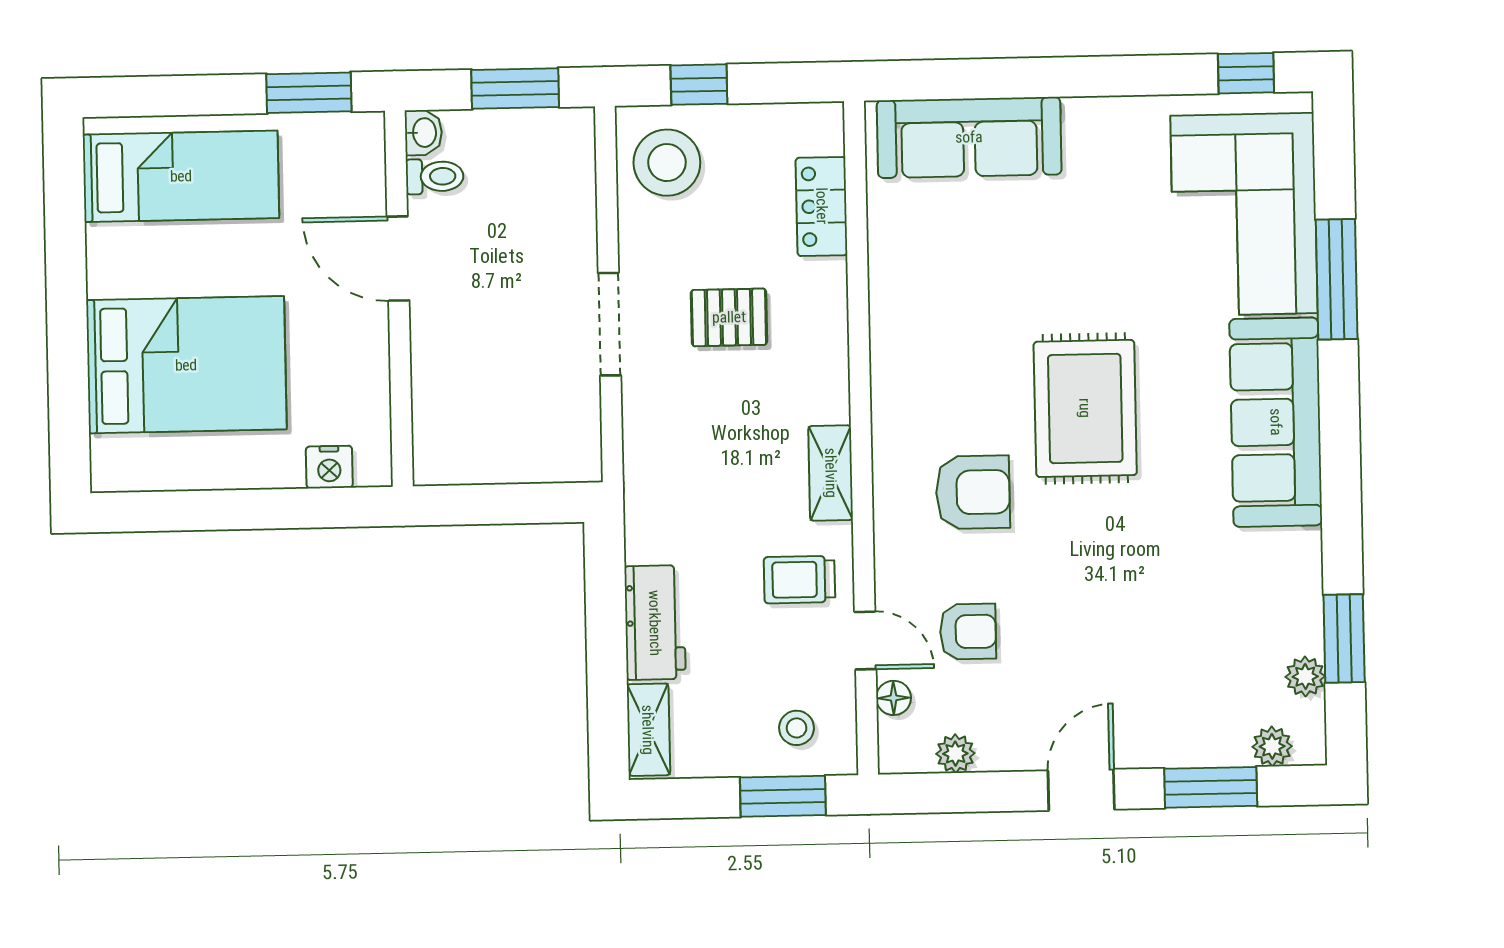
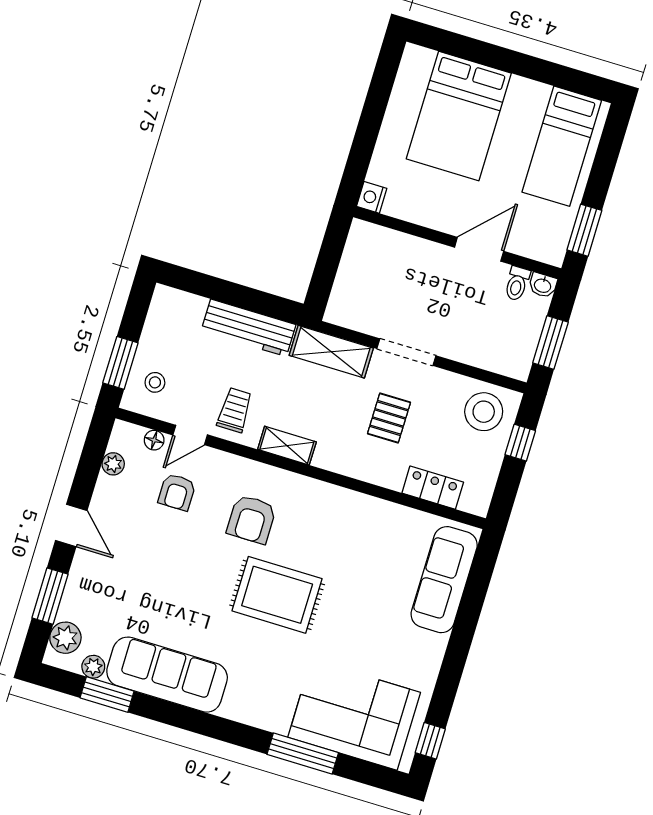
sofa: (1276, 422) -> (167, 675), moved
nightstand: (329, 467) -> (372, 197), moved
workbench: (655, 623) -> (249, 328), width x1.38
shelving: (648, 730) -> (331, 352), moved, width x1.50, depth x1.33
plant: (1272, 746) -> (65, 638), width x1.38, depth x1.38

